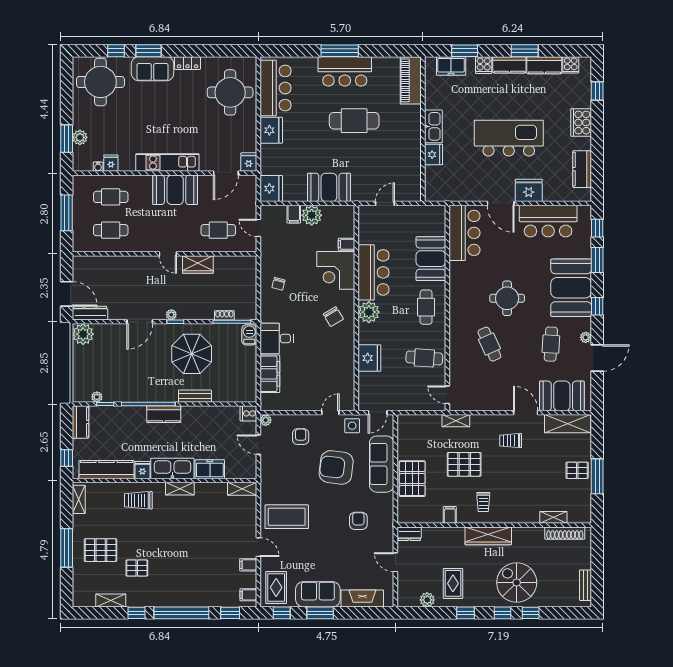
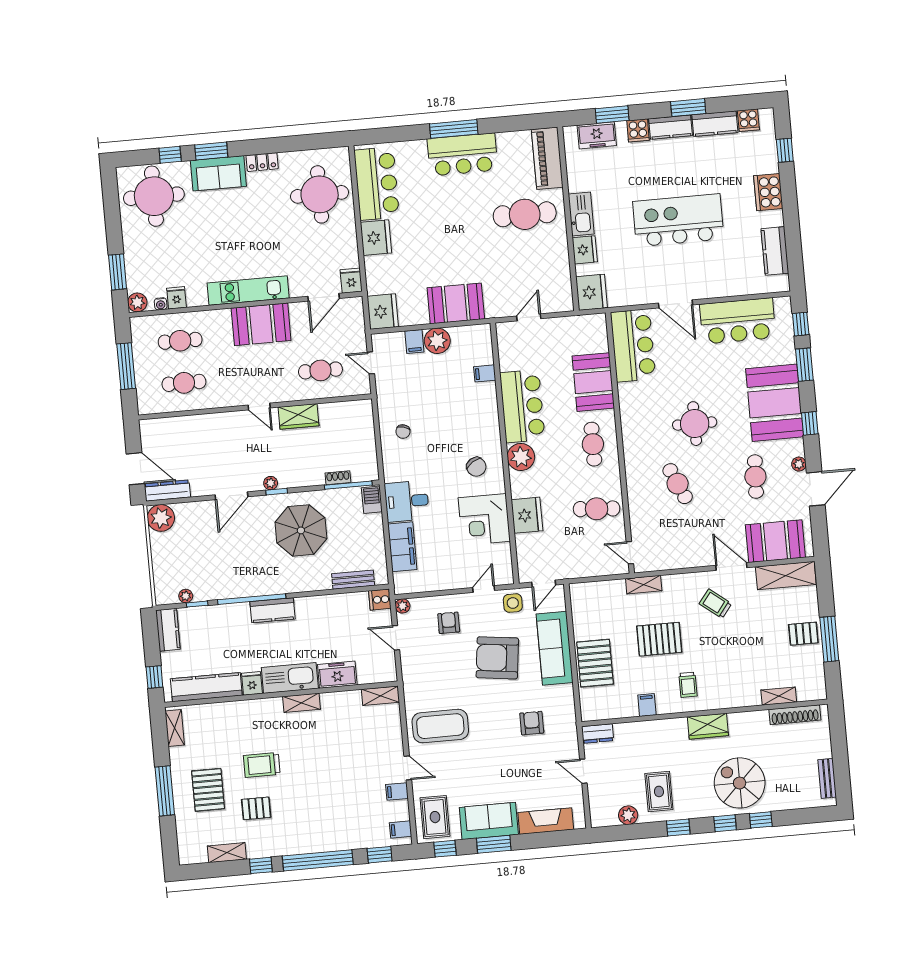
cafe table: (354, 121) -> (525, 214), moved
plant: (80, 137) -> (137, 302), moved
fridge: (529, 190) -> (592, 292), moved, turned 90
corner desk: (336, 270) -> (484, 520), moved
bench: (195, 396) -> (353, 580), moved
trolley: (511, 441) -> (715, 604), turned 38
trolley: (138, 500) -> (262, 765), moved
wardrobe: (488, 536) -> (708, 726), width x0.67
pallet: (101, 550) -> (208, 790), turned 90

